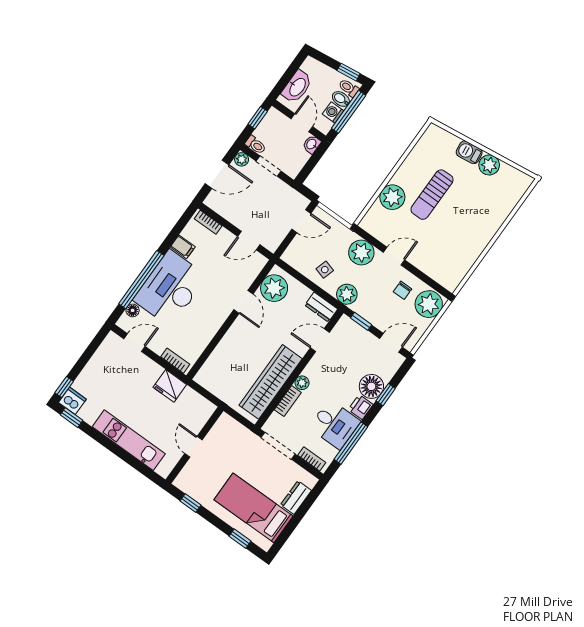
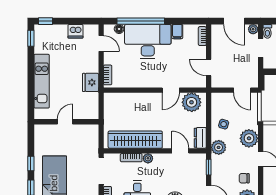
dishwasher: (72, 401) -> (75, 31), moved, turned 90
window: (191, 503) -> (31, 164), moved

